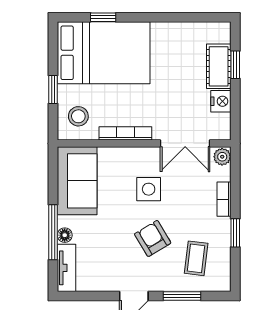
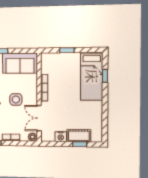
bed: (104, 53) -> (92, 76), width x0.67
stool: (78, 116) -> (53, 63), removed

